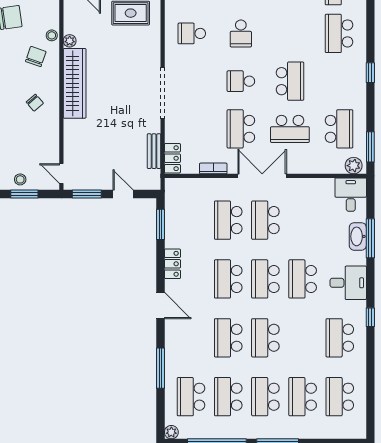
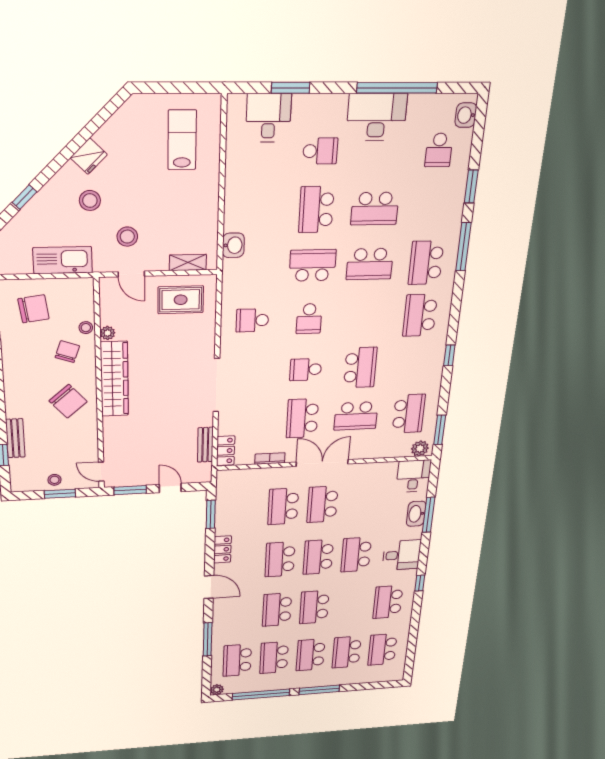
chair: (35, 103) -> (68, 401), width x1.87, depth x1.87

